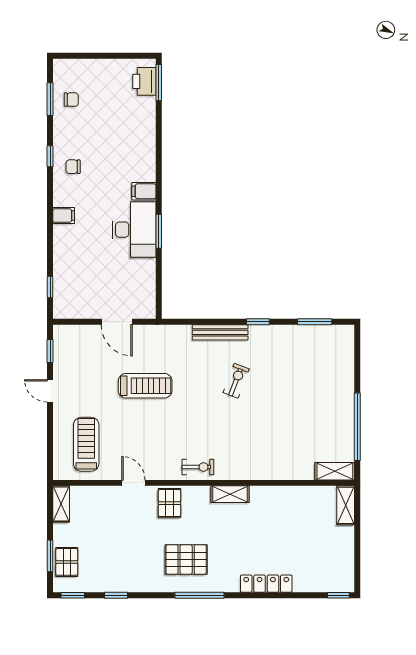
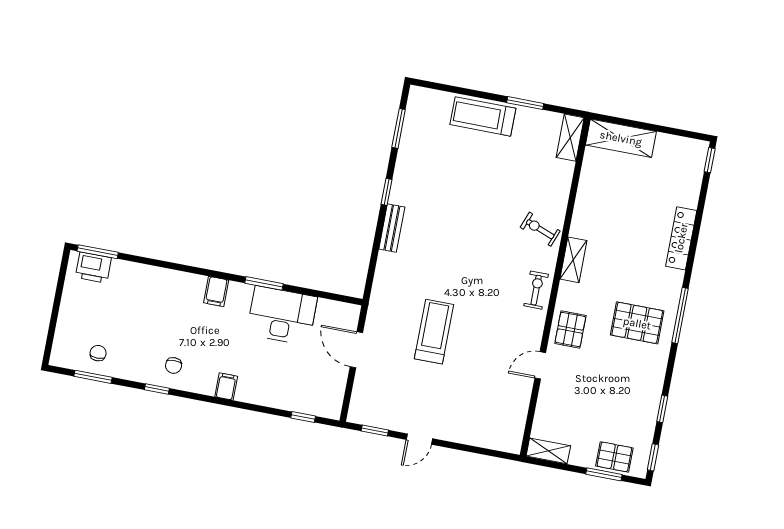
desk: (134, 230) -> (282, 316), moved
door: (117, 322) -> (356, 350), swing flipped
bench: (220, 332) -> (392, 228), width x0.73
exercise bike: (236, 381) -> (540, 229), moved
window: (357, 427) -> (525, 103), width x0.47
treadmill: (86, 444) -> (483, 116), moved
pallet: (169, 503) -> (570, 329), turned 90
shelving: (346, 505) -> (621, 138), width x1.50, depth x1.33
pallet: (186, 560) -> (637, 323), turned 90

